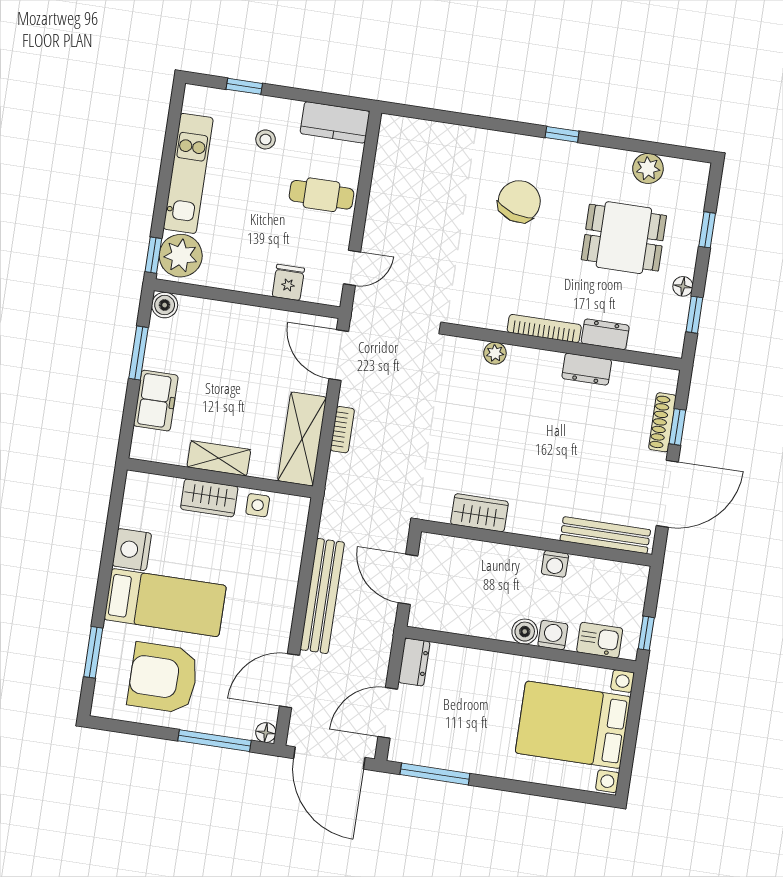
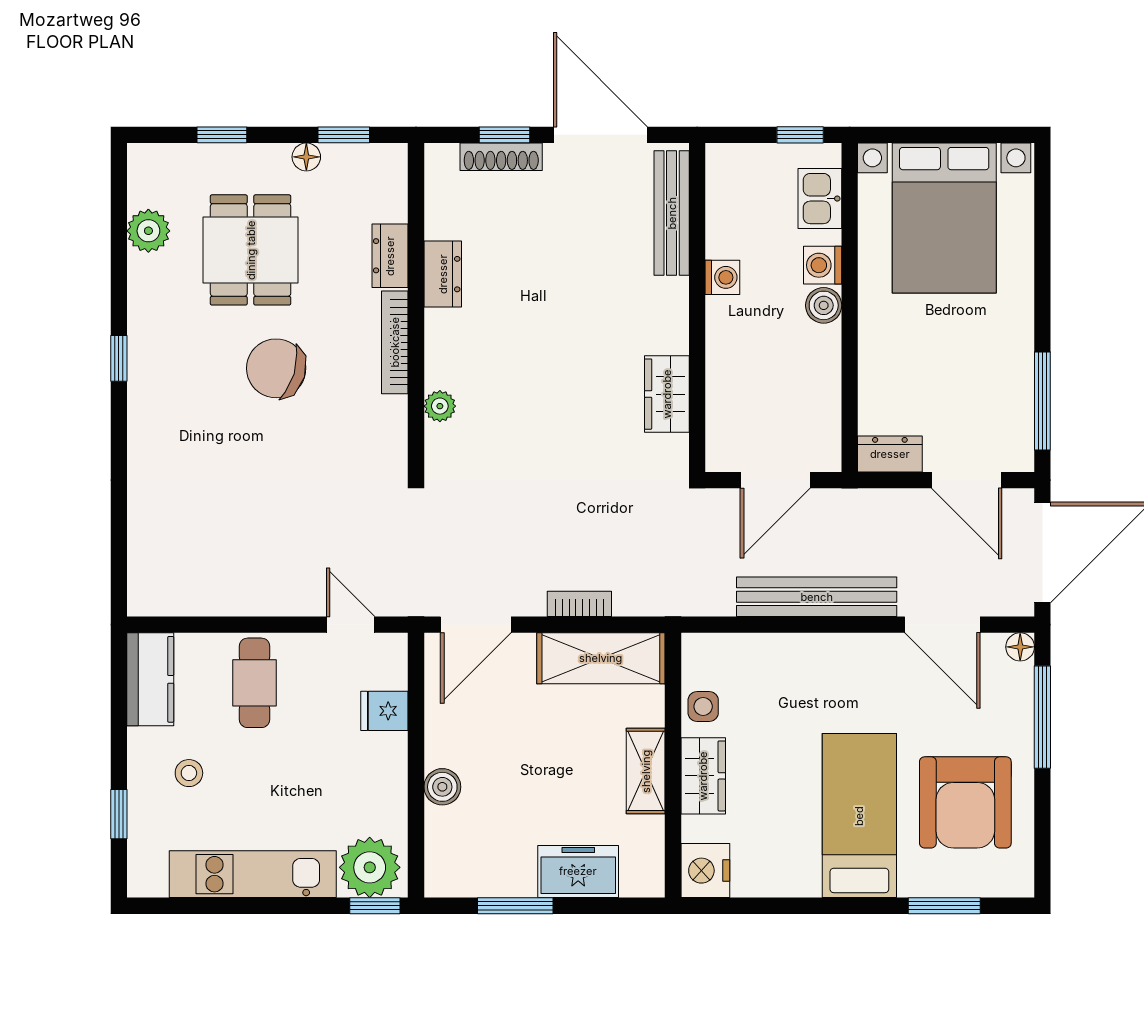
chair: (519, 201) -> (276, 368), moved
boiler: (165, 305) -> (442, 787), moved
nightstand: (132, 550) -> (705, 871), moved, turned 90

